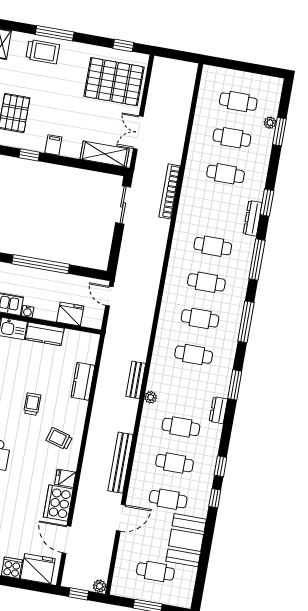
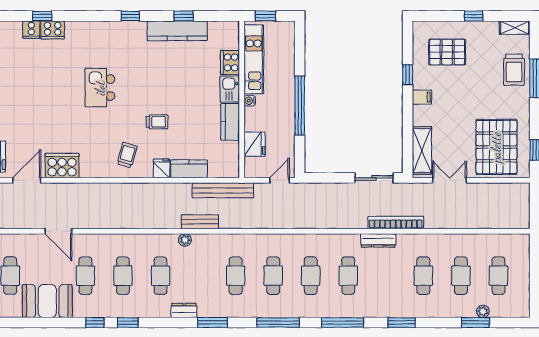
dresser: (253, 218) -> (378, 240), moved, turned 180
bench: (121, 463) -> (223, 190), moved
fridge: (65, 478) -> (161, 168), moved

